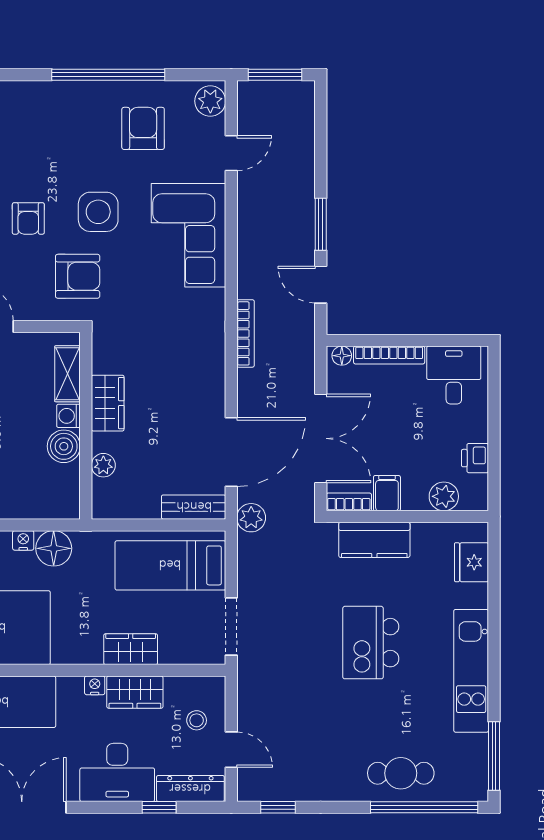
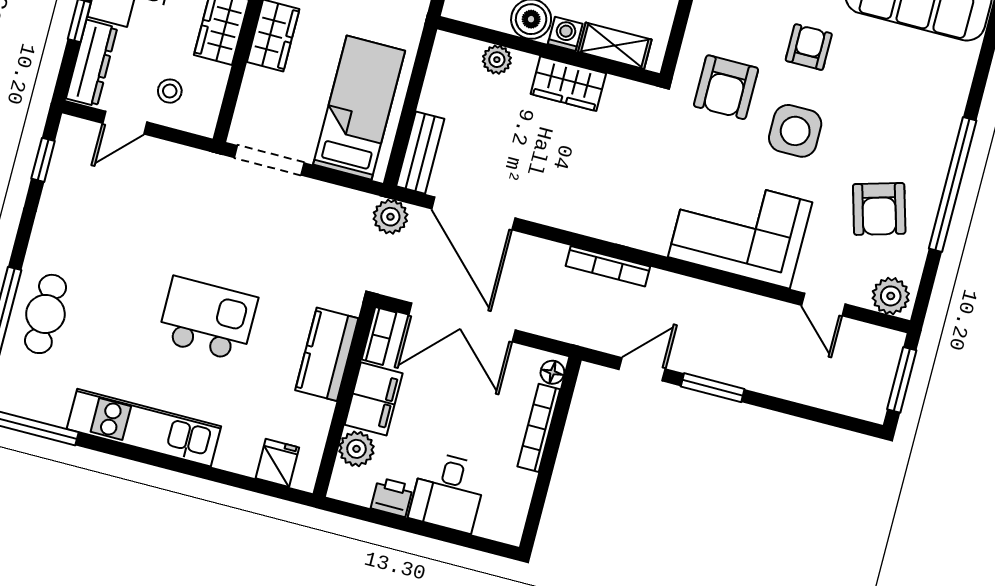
armchair: (143, 128) -> (879, 209), turned 74
armchair: (28, 218) -> (809, 47), turned 90
desk: (454, 375) -> (448, 492), moved, turned 90
filing cabinet: (387, 493) -> (374, 399), width x2.00
fridge: (472, 562) -> (277, 463), width x0.72

